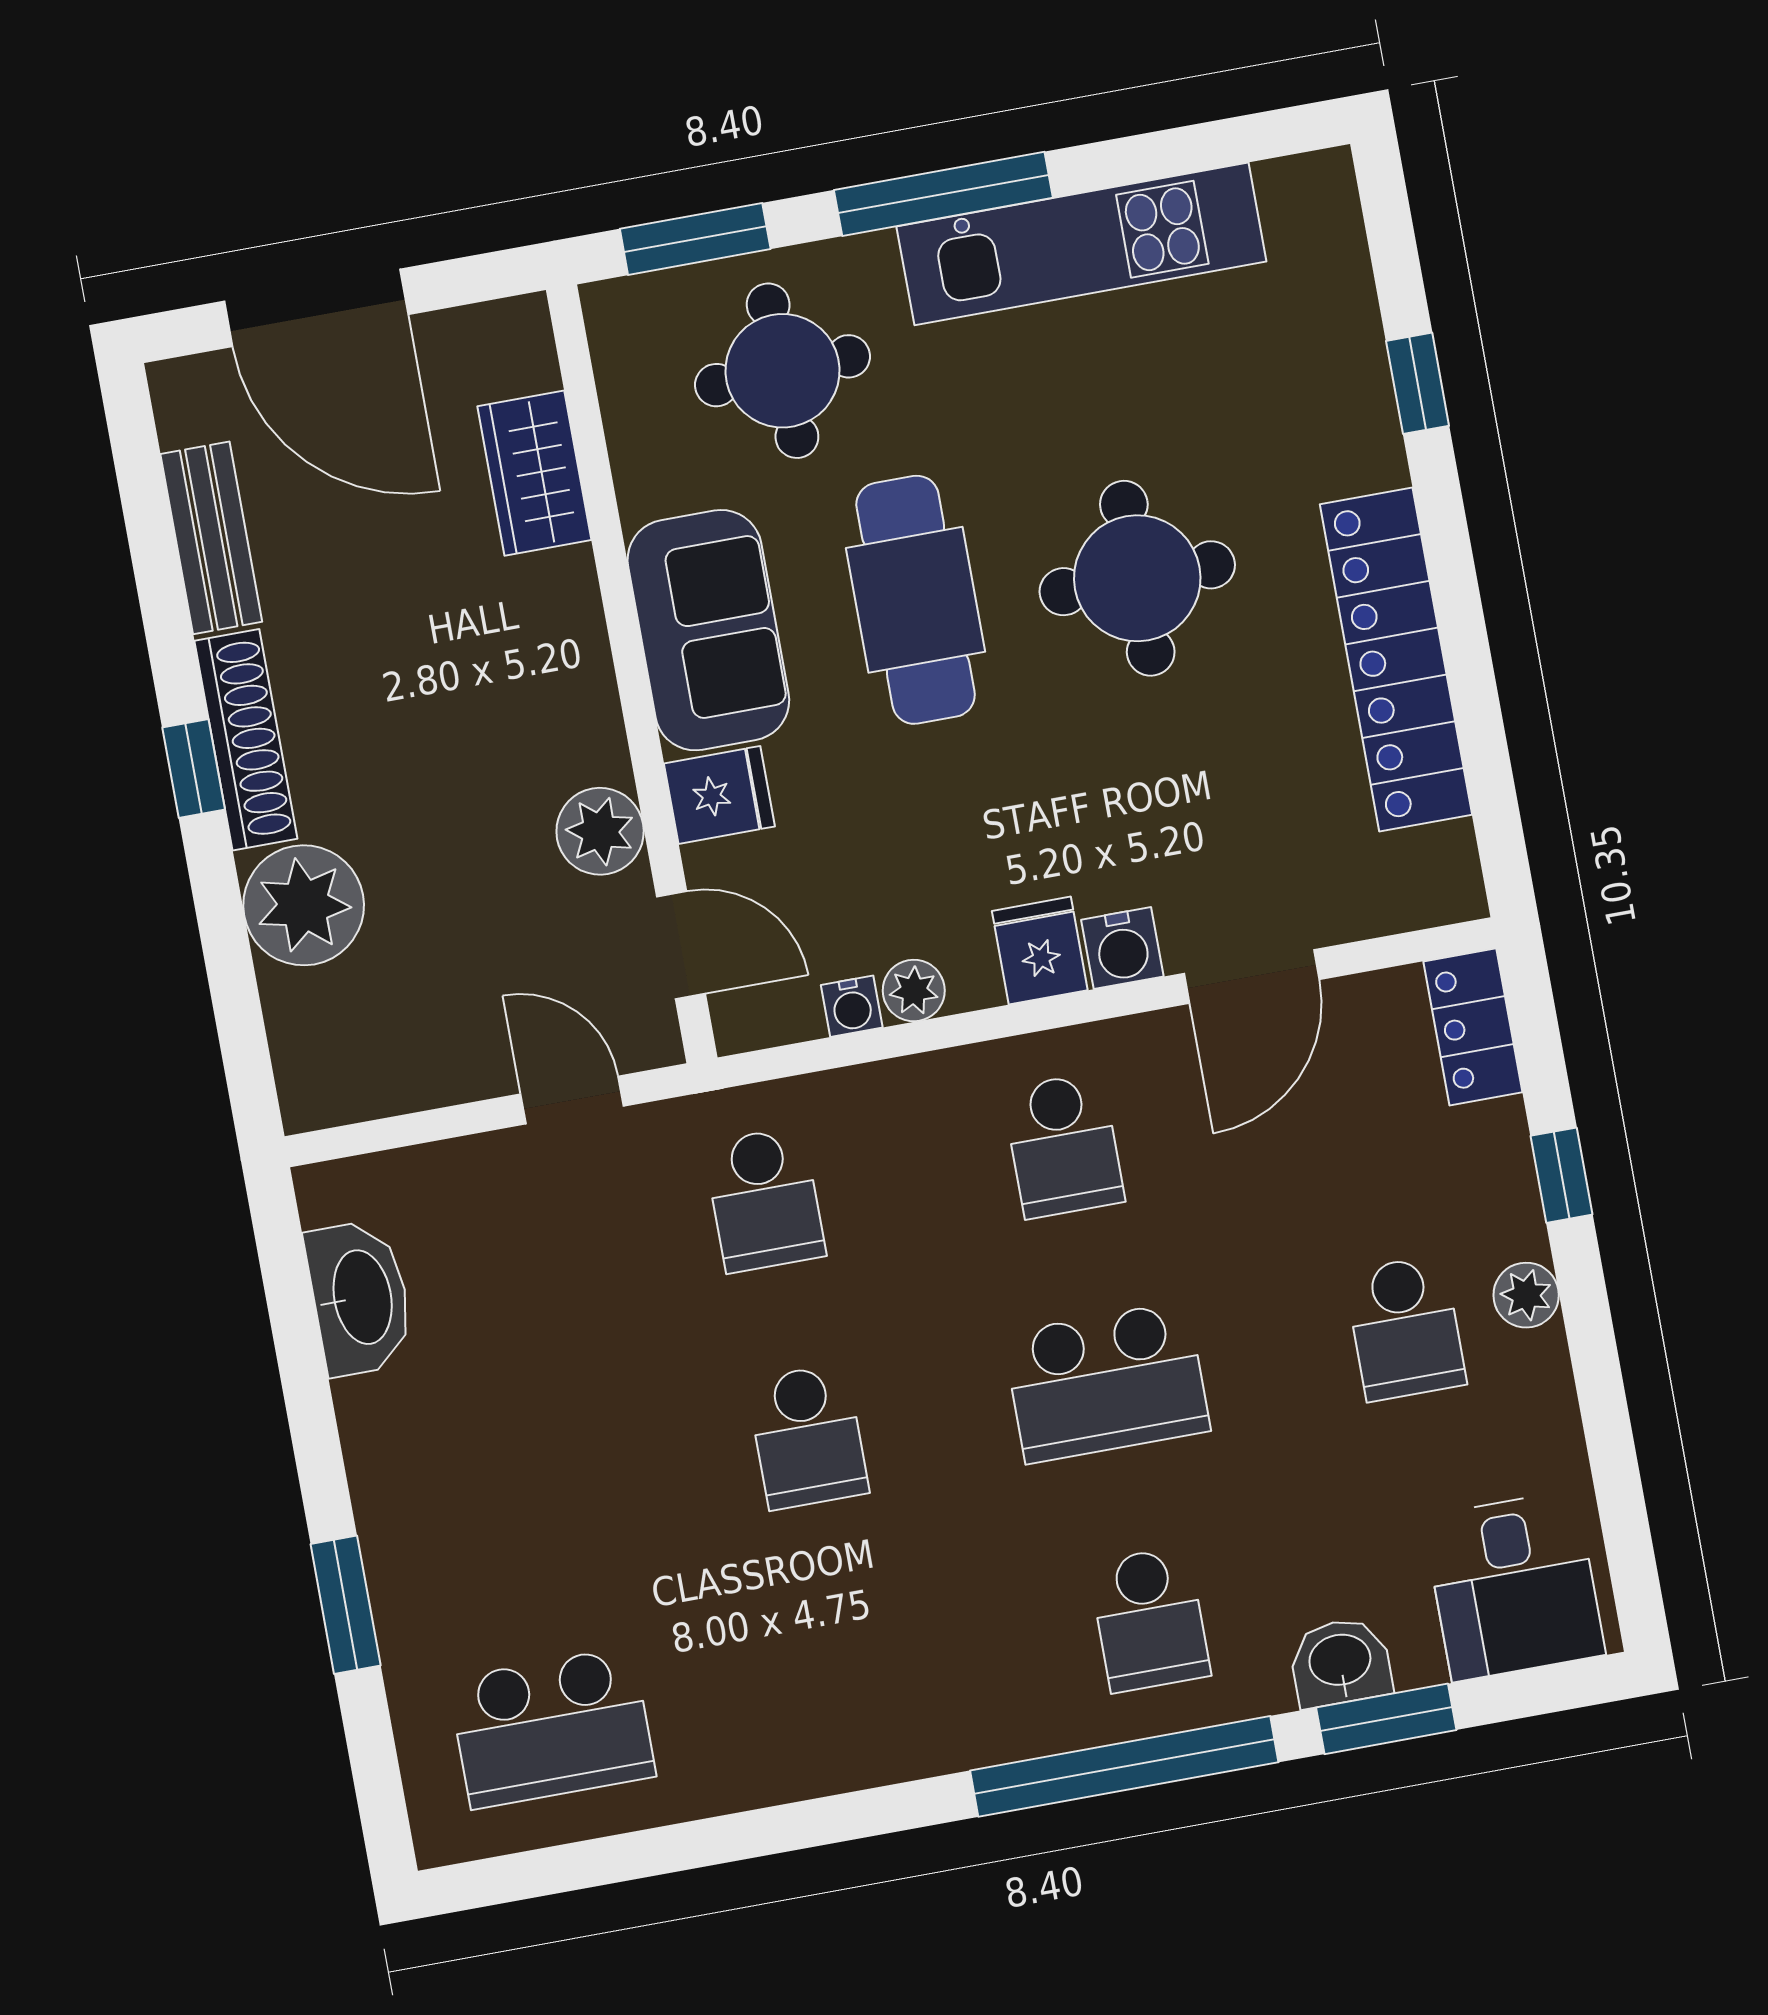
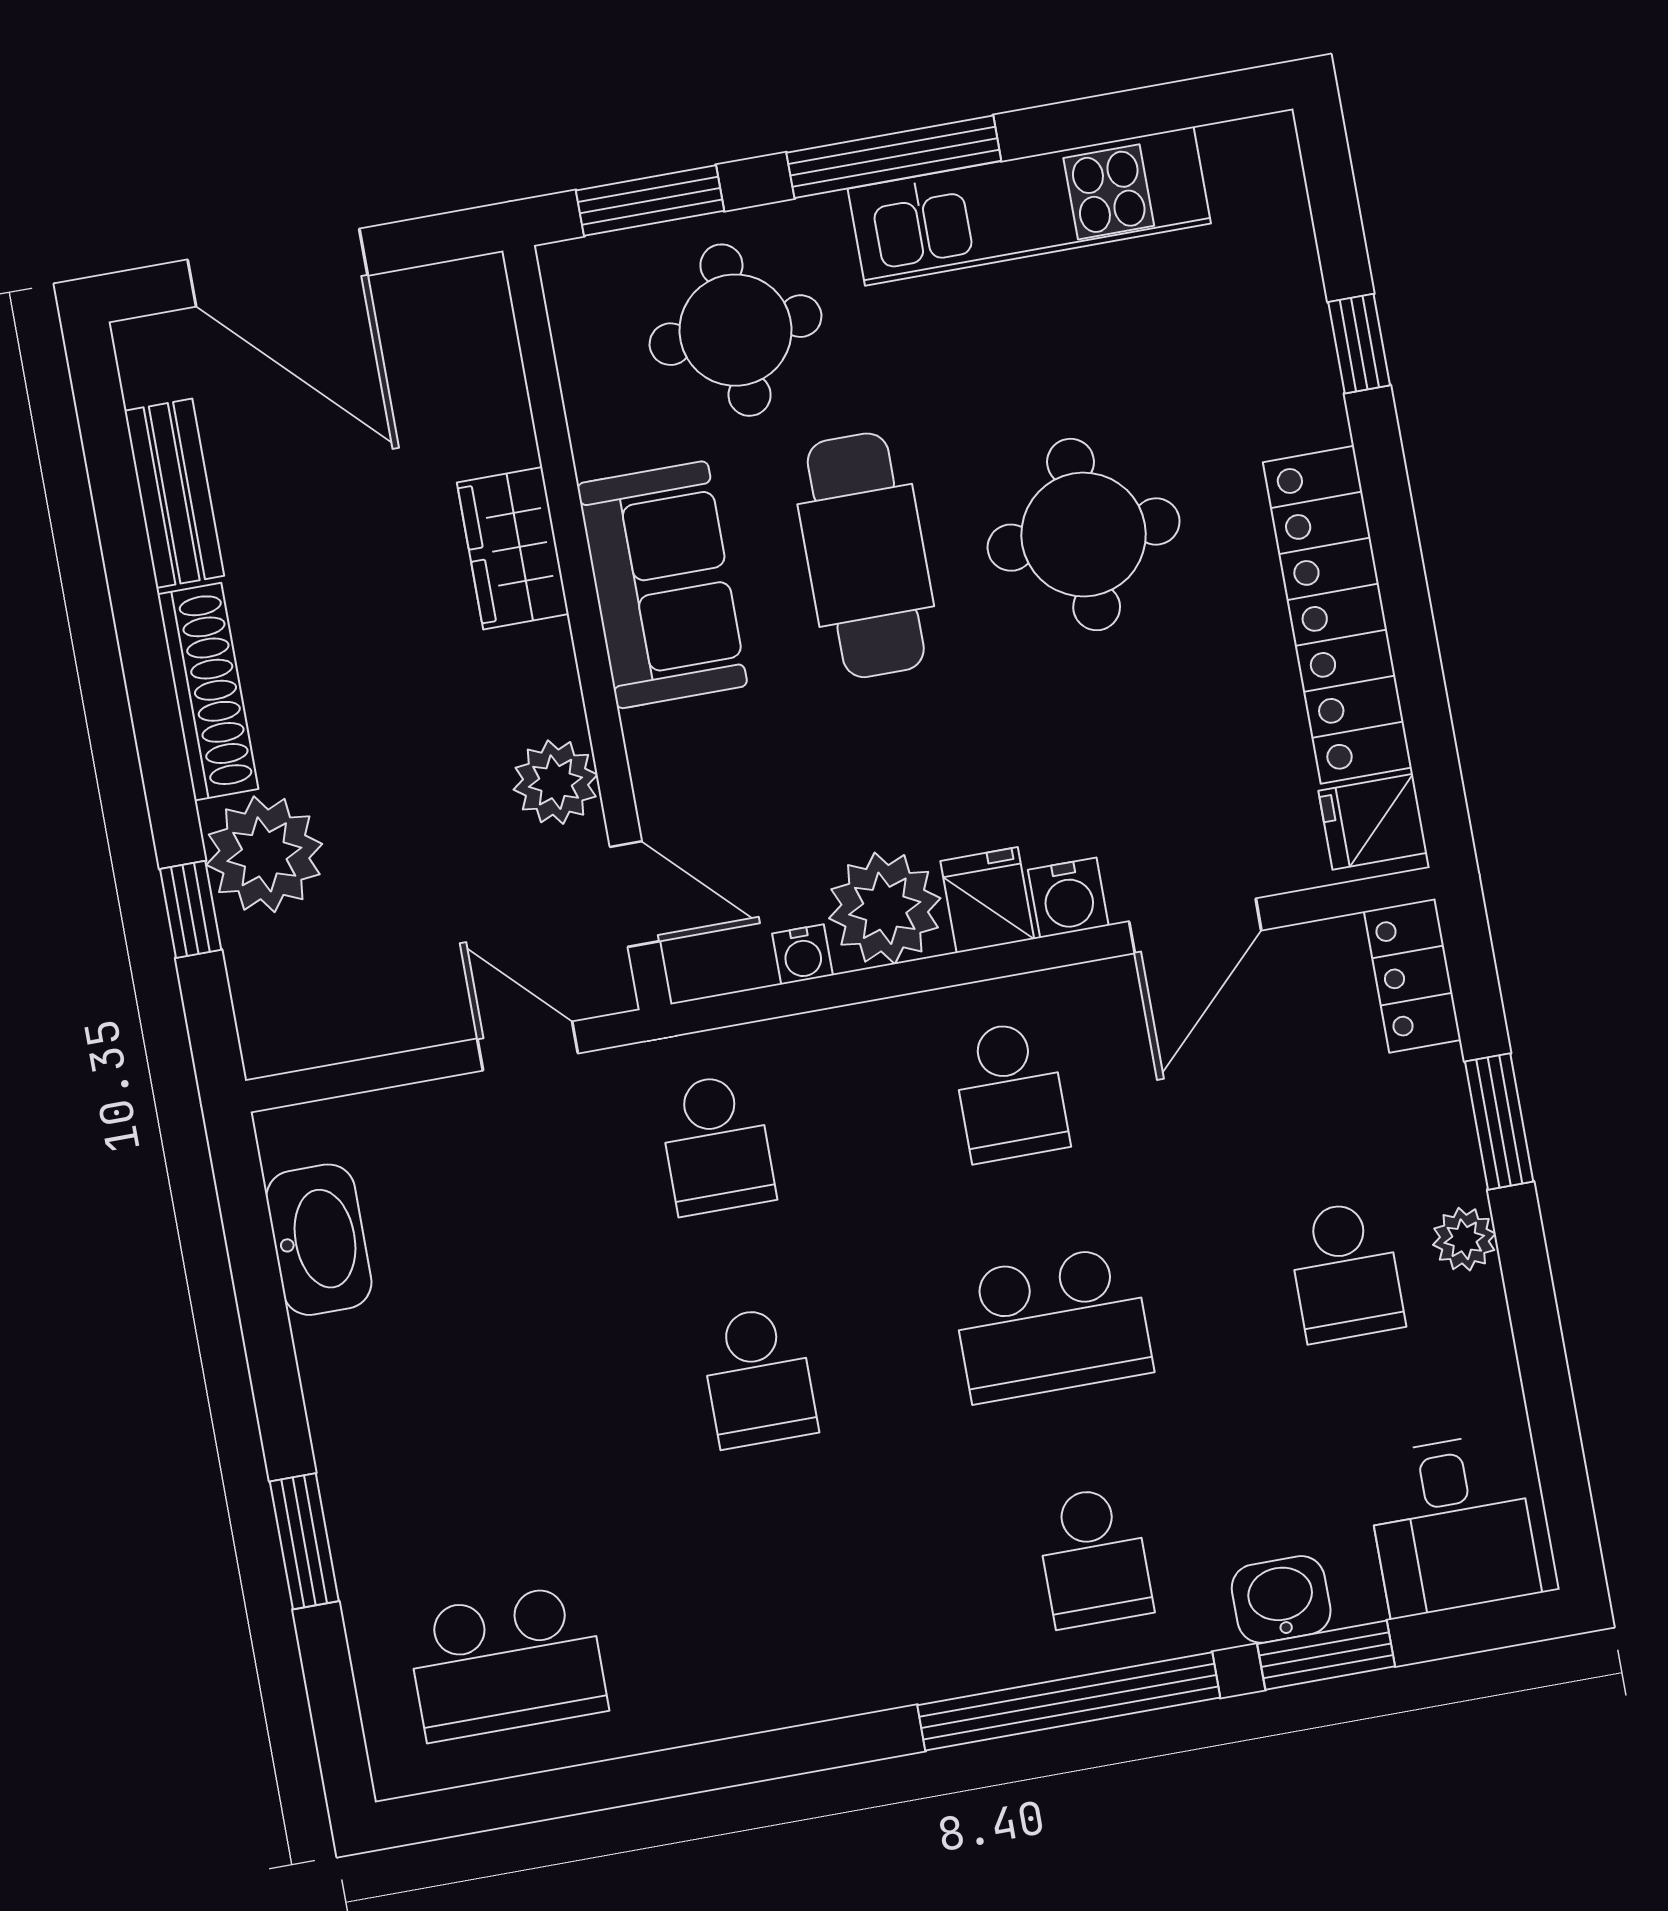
wardrobe: (534, 473) -> (513, 548), moved
window: (194, 769) -> (191, 909), moved
fridge: (719, 795) -> (1373, 822), moved, turned 180
plant: (914, 991) -> (885, 908), width x1.88, depth x1.88
window: (1561, 1175) -> (1499, 1122), width x1.50

